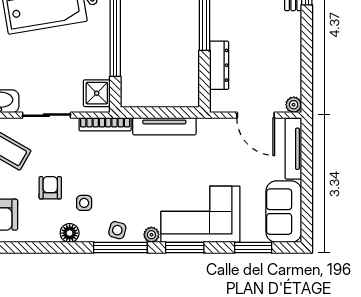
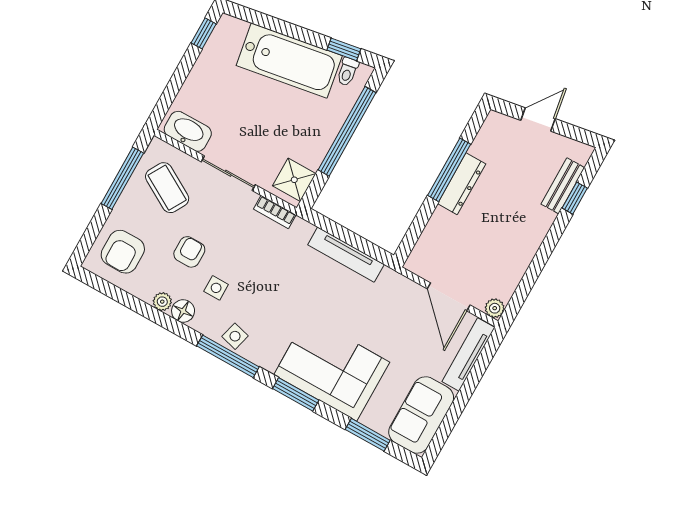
dresser: (219, 65) -> (462, 184), moved
bookcase: (105, 124) -> (275, 212), width x0.64
plant: (151, 235) -> (162, 302), moved

